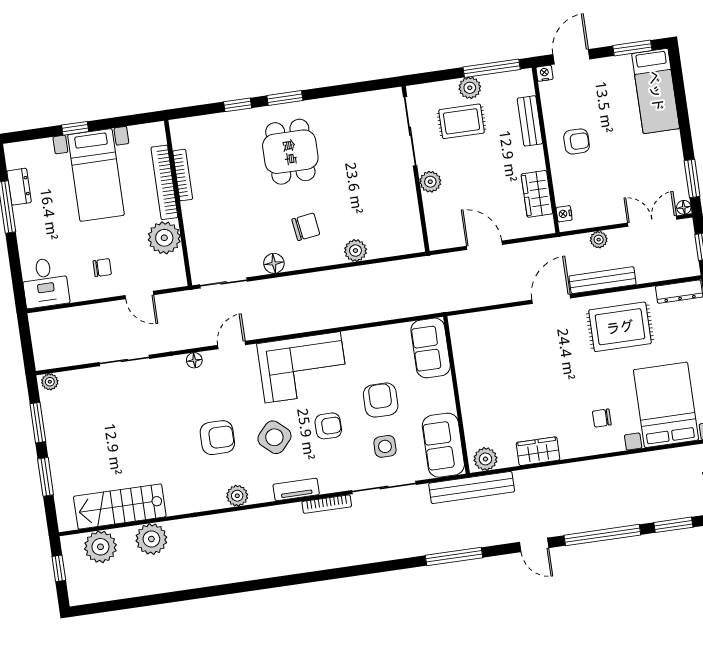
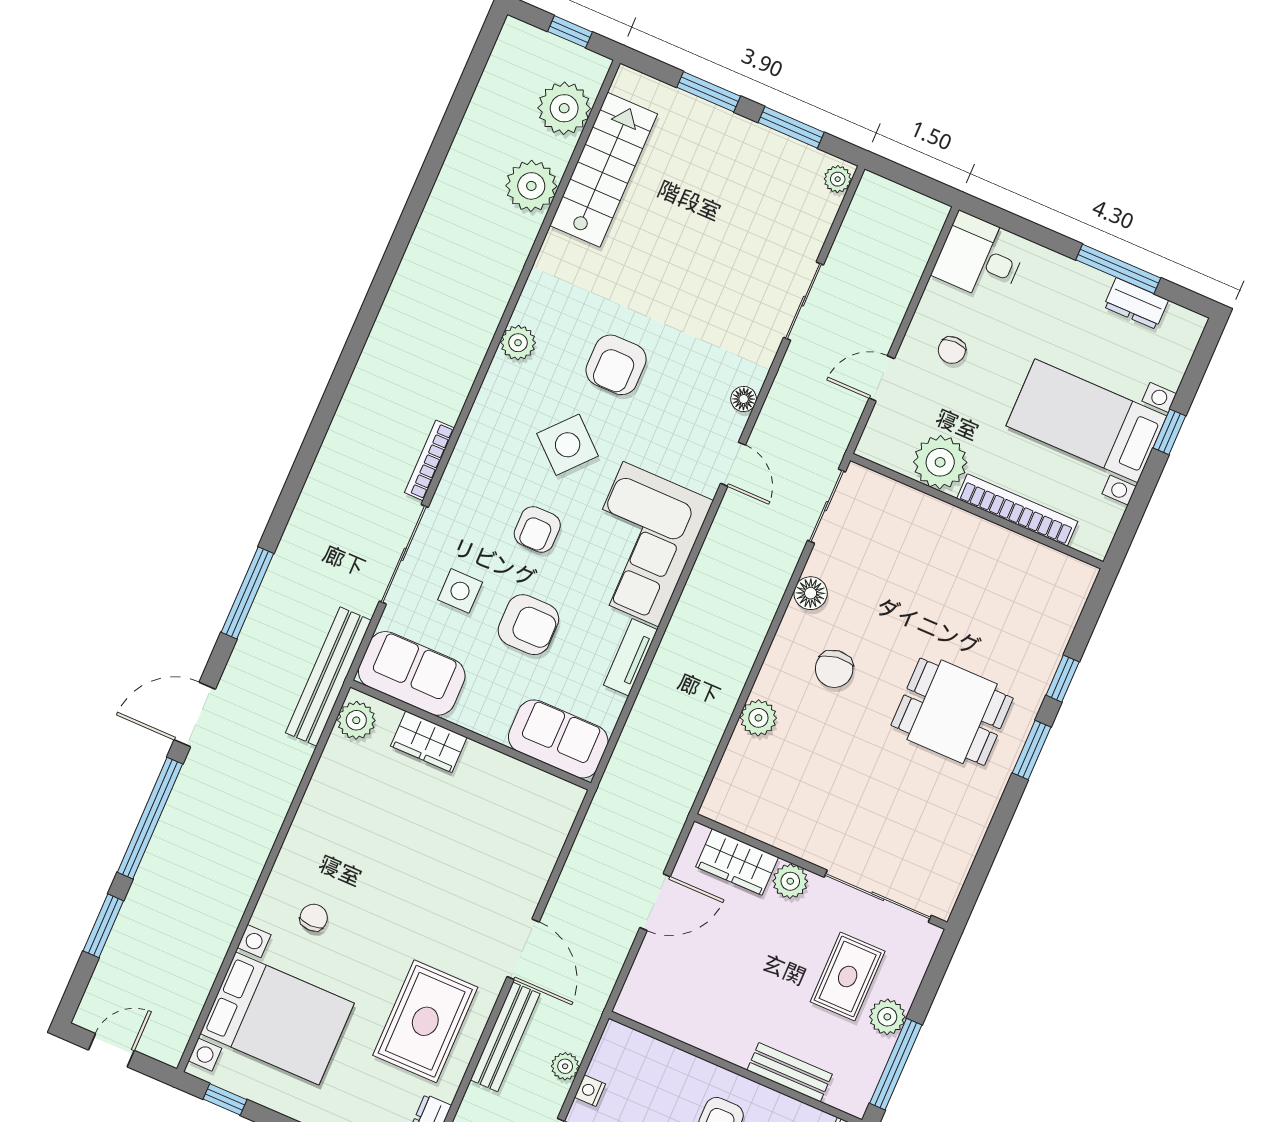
bookcase: (183, 175) -> (1012, 542), removed
wardrobe: (537, 194) -> (737, 862), moved, turned 180
nightstand: (564, 214) -> (590, 1091), moved, turned -90
wardrobe: (538, 451) -> (429, 742), moved, turned 90
tv unit: (296, 489) -> (631, 657), moved, turned 180
door: (534, 545) -> (195, 714), width x1.38

